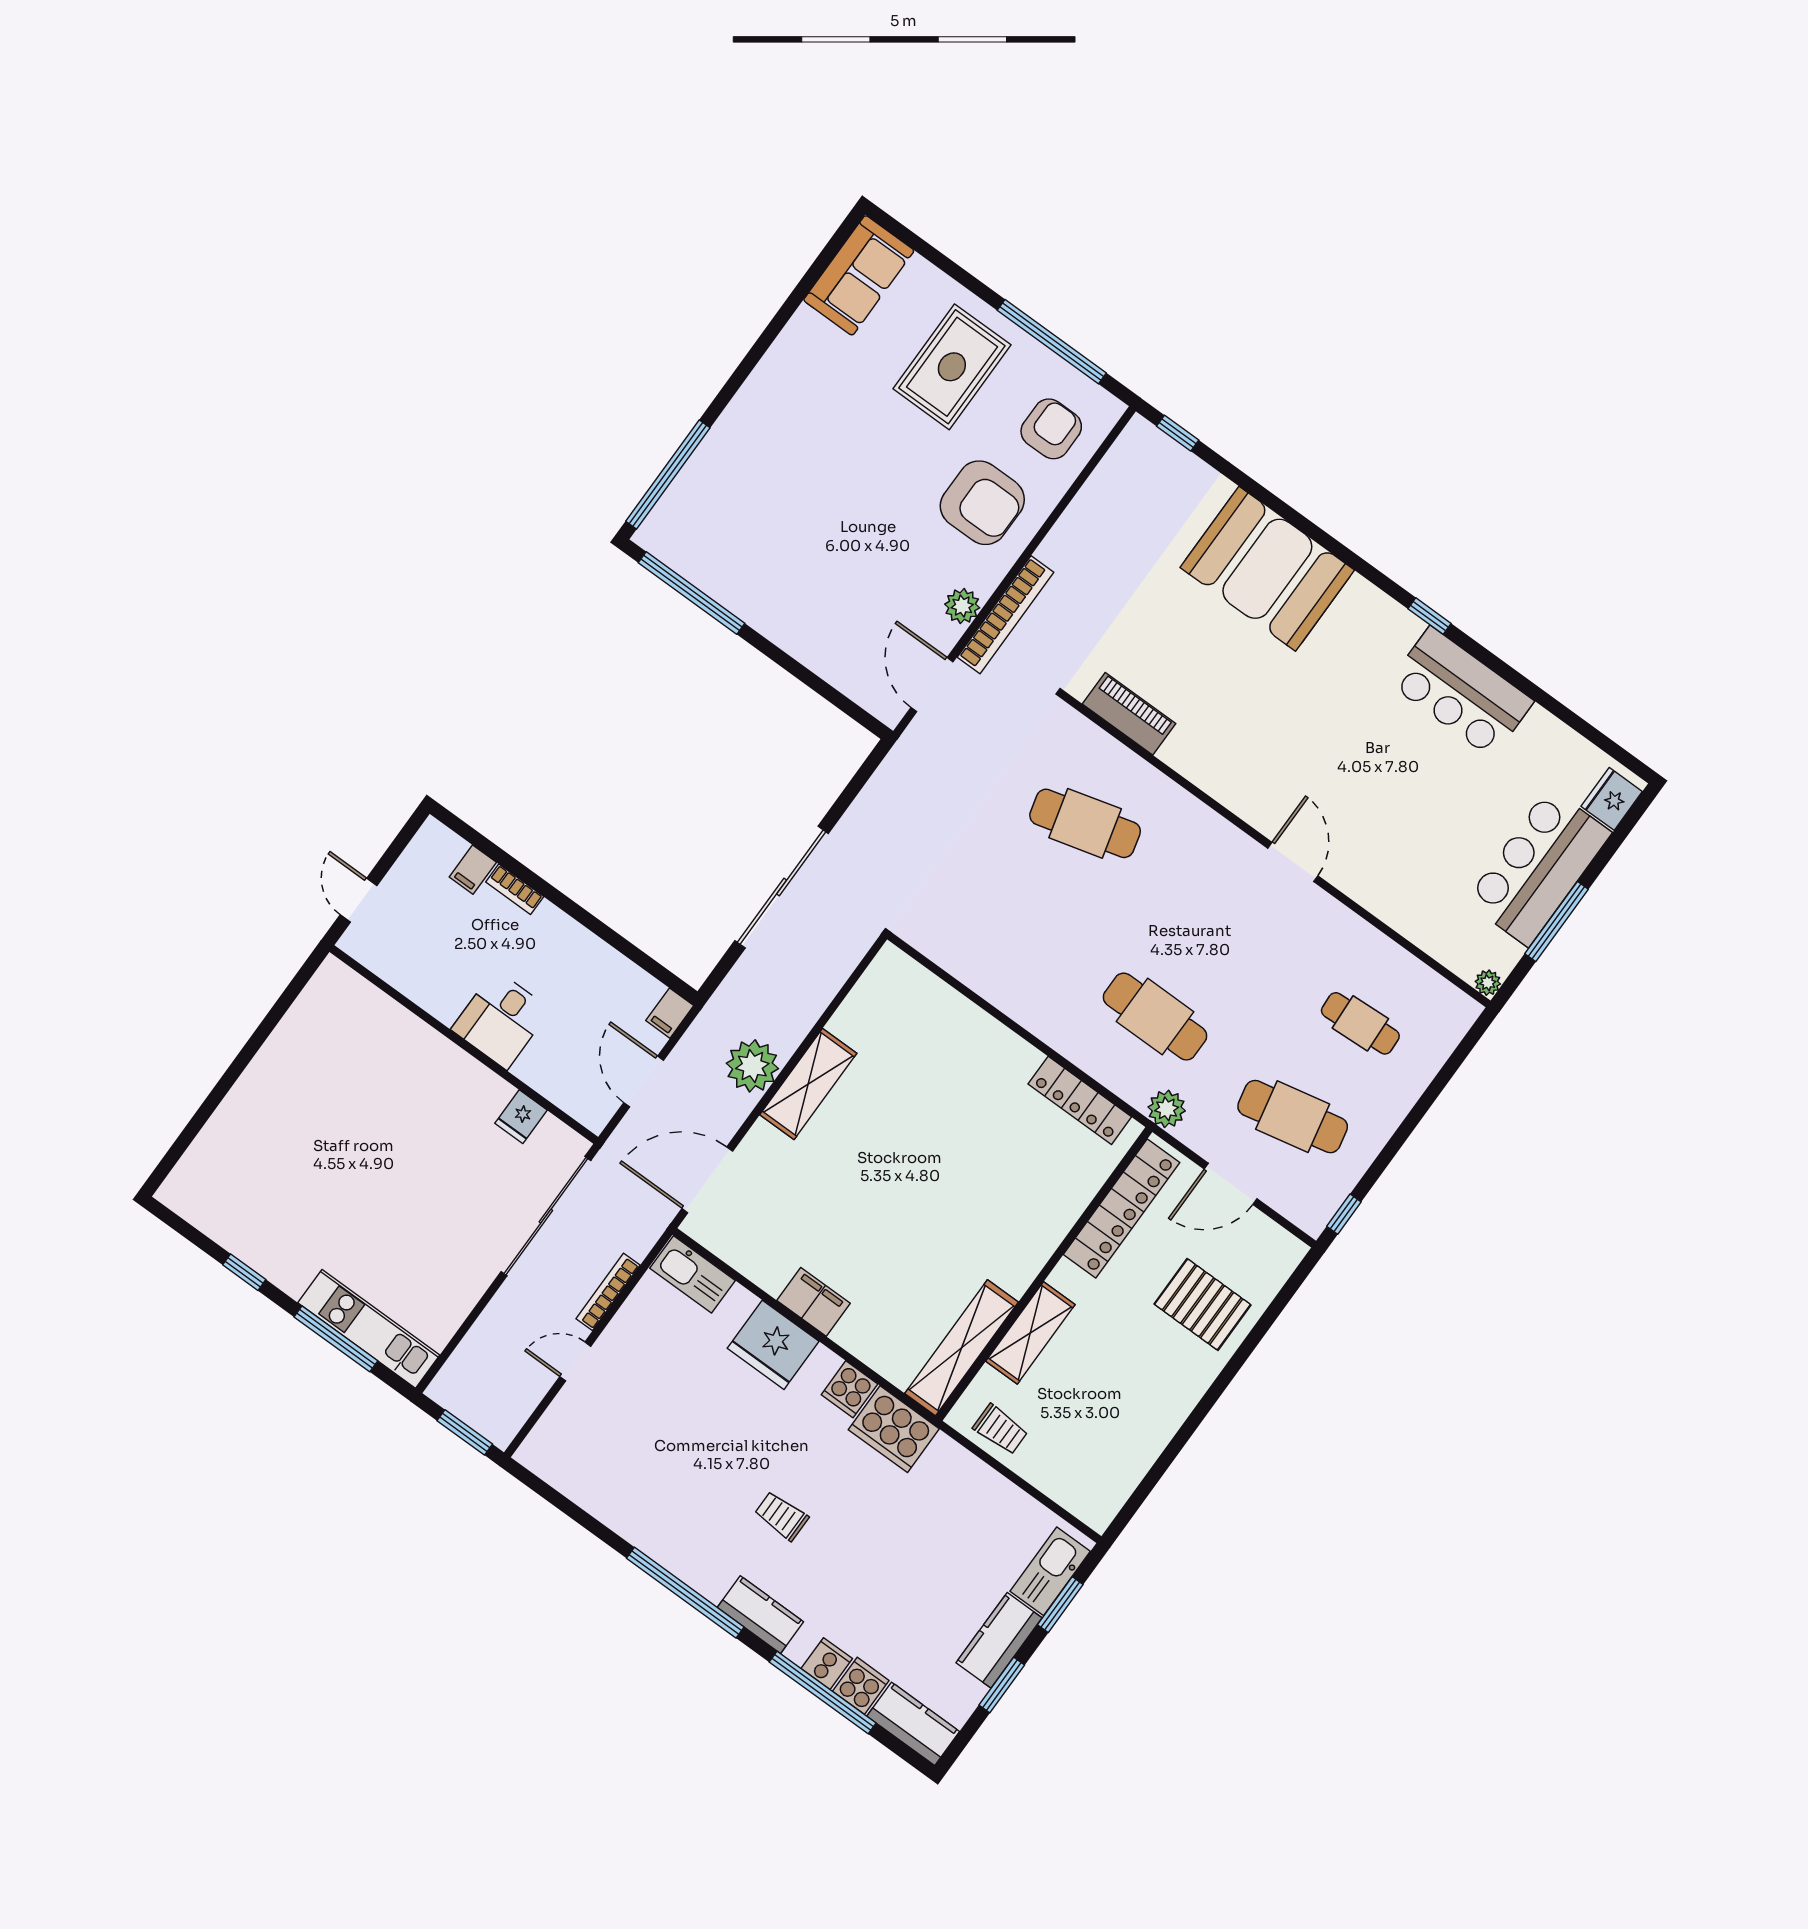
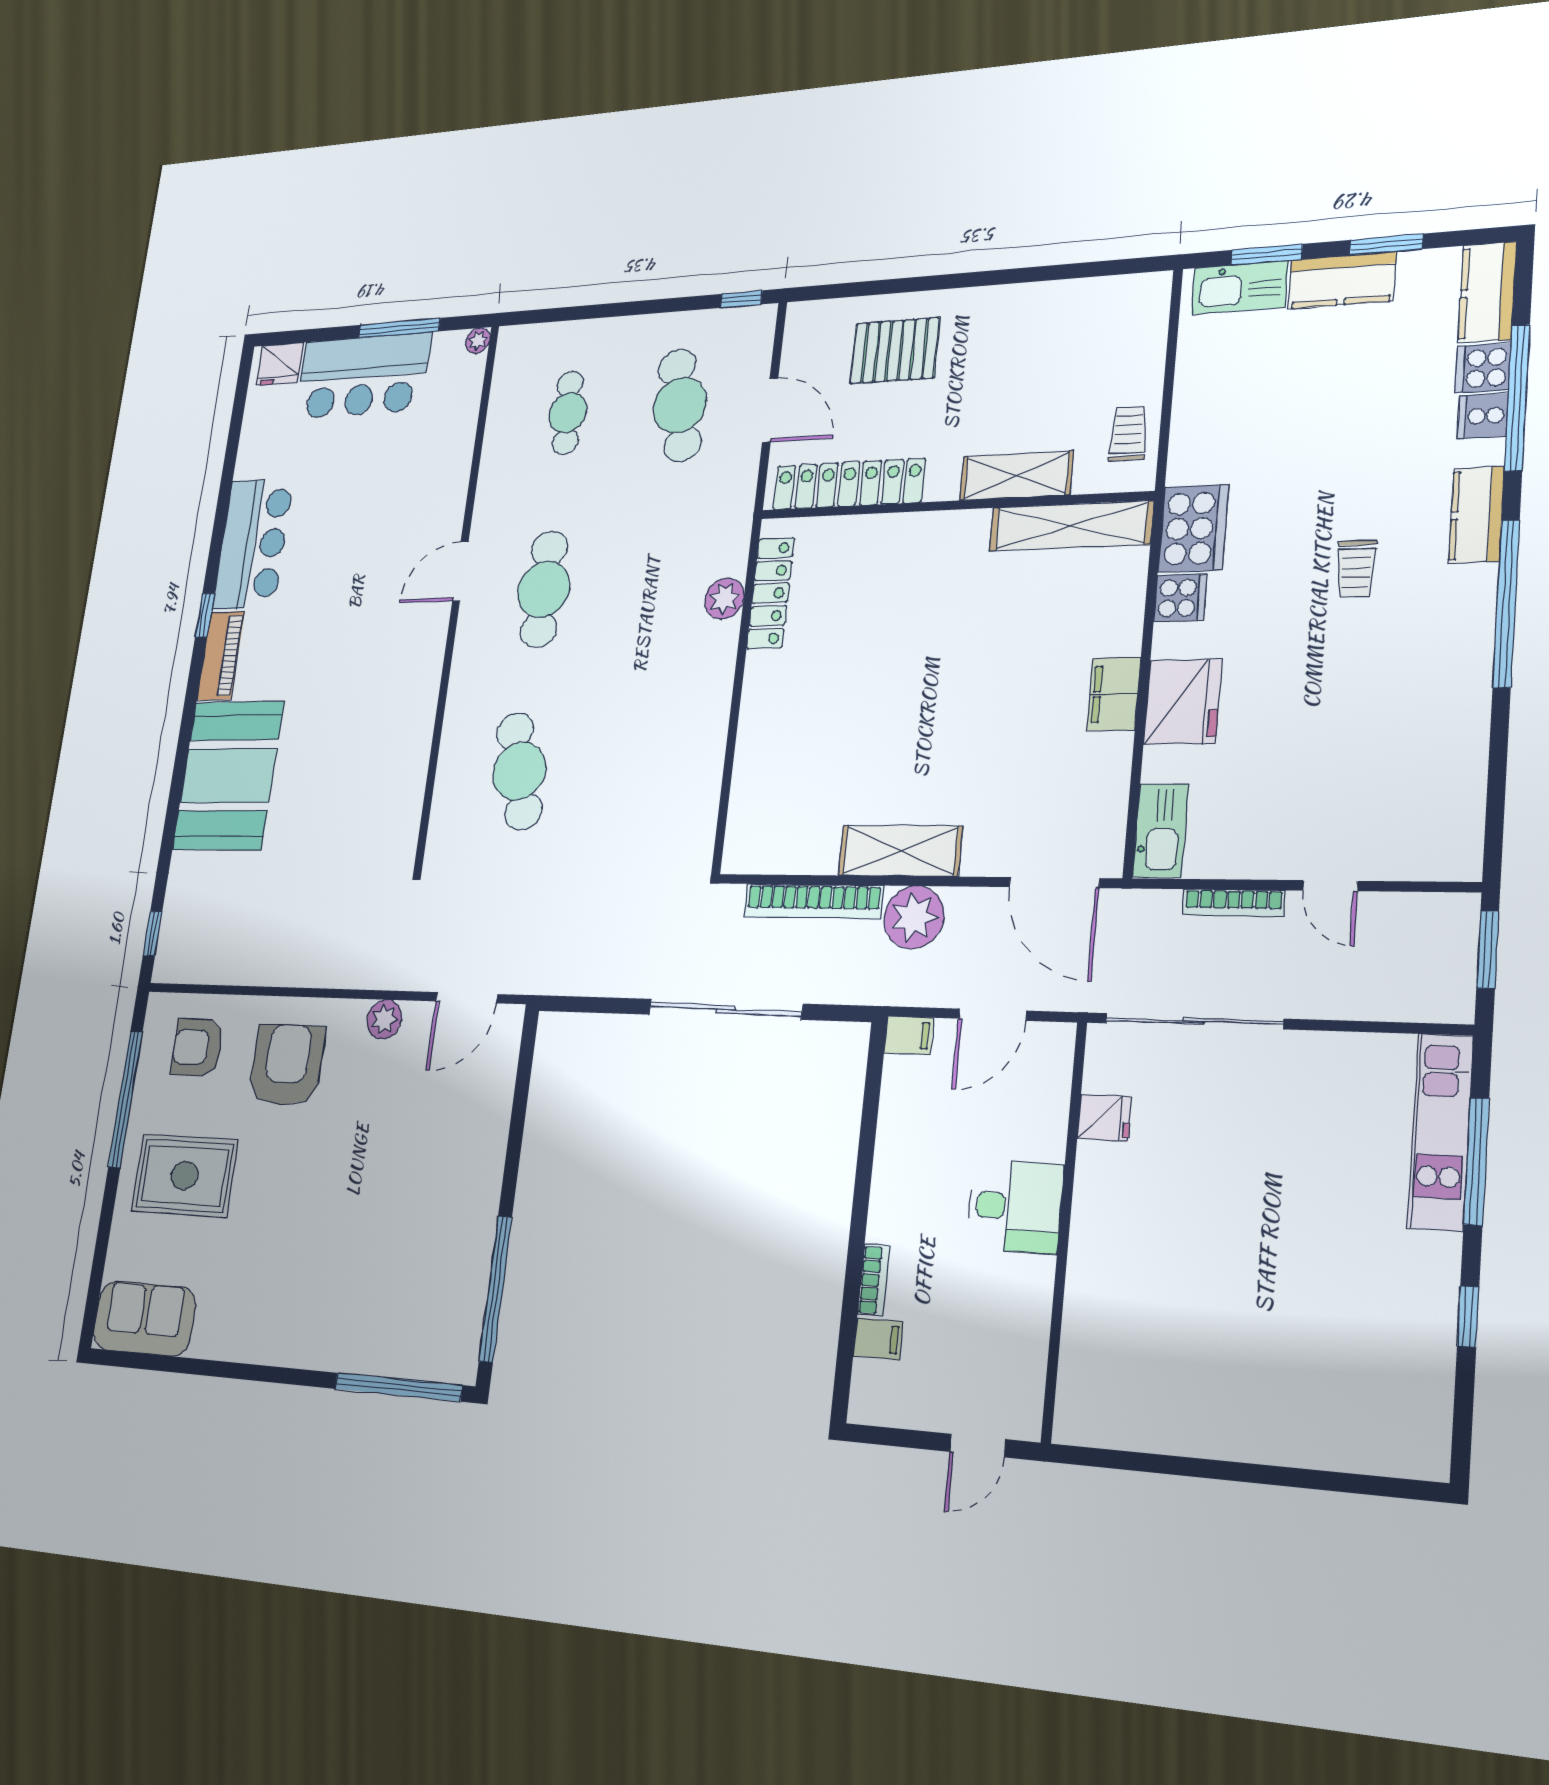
bookcase: (1006, 615) -> (813, 901), moved, turned 180
piano: (1129, 714) -> (221, 656), moved, turned 180
cafe table: (1155, 1017) -> (544, 589), moved
plant: (1167, 1109) -> (724, 599), moved
pallet: (1203, 1304) -> (895, 351), turned 90

